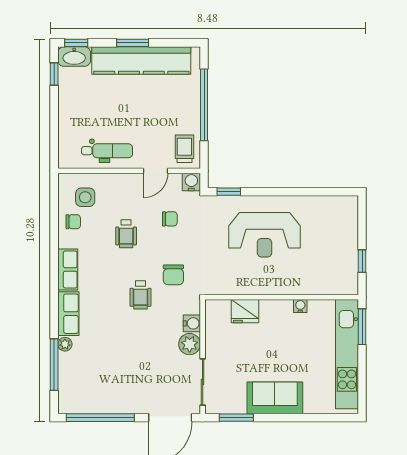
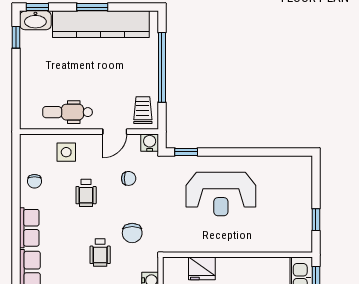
dental chair: (107, 151) -> (68, 112), turned 180
side table: (85, 197) -> (66, 152), moved
chair: (73, 222) -> (34, 181), turned 90
water cooler: (300, 306) -> (256, 263), removed

